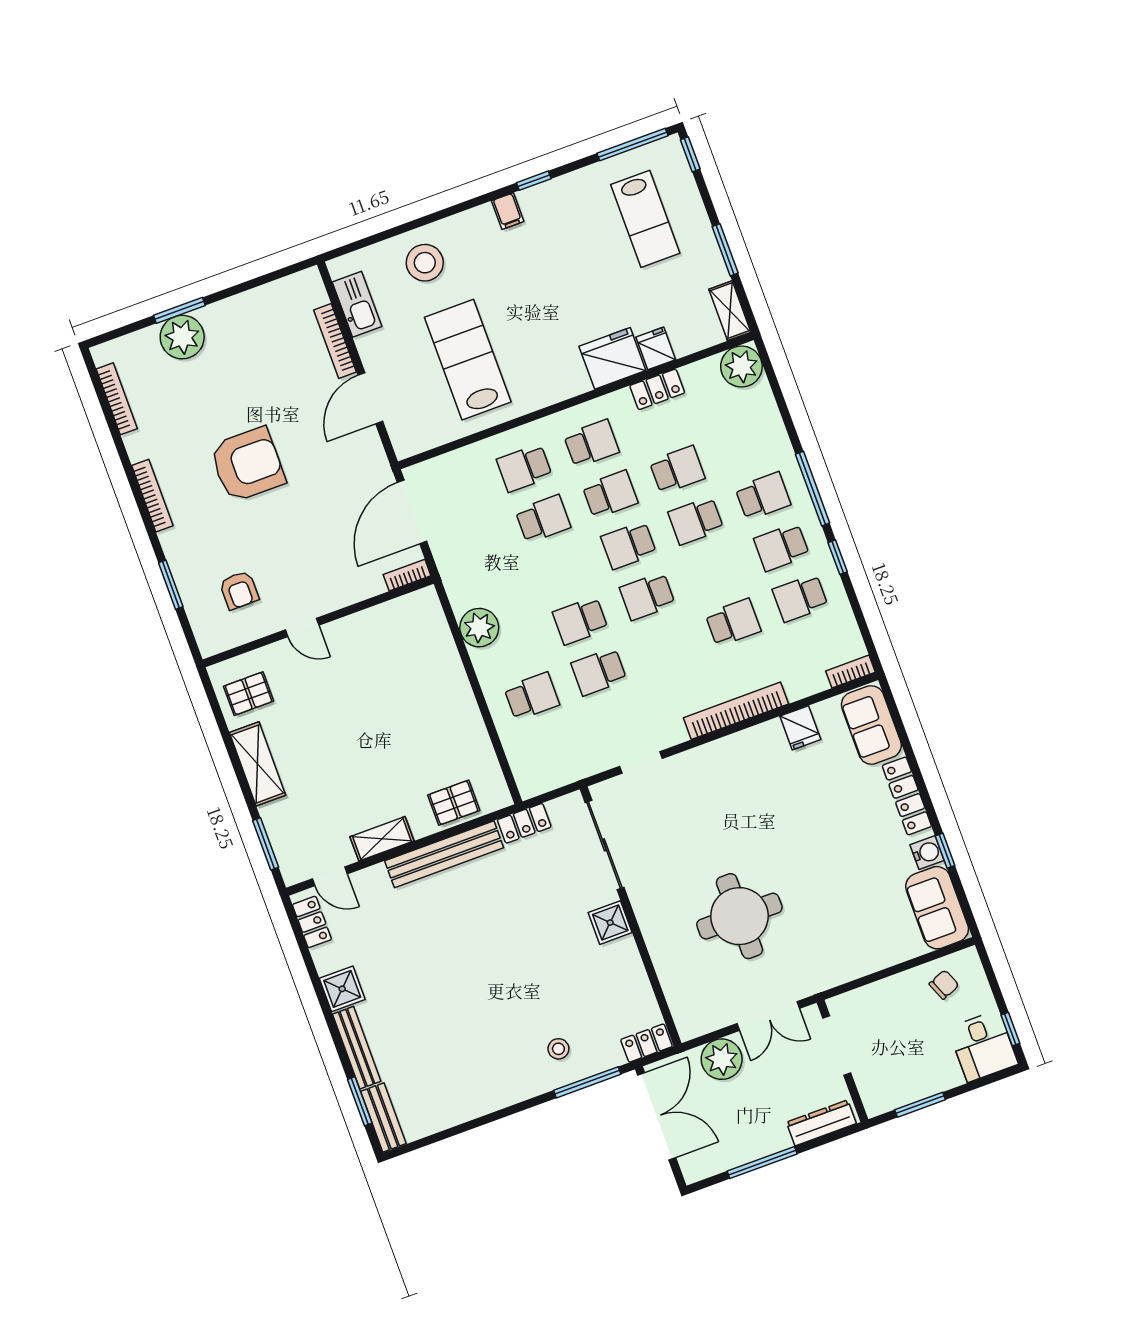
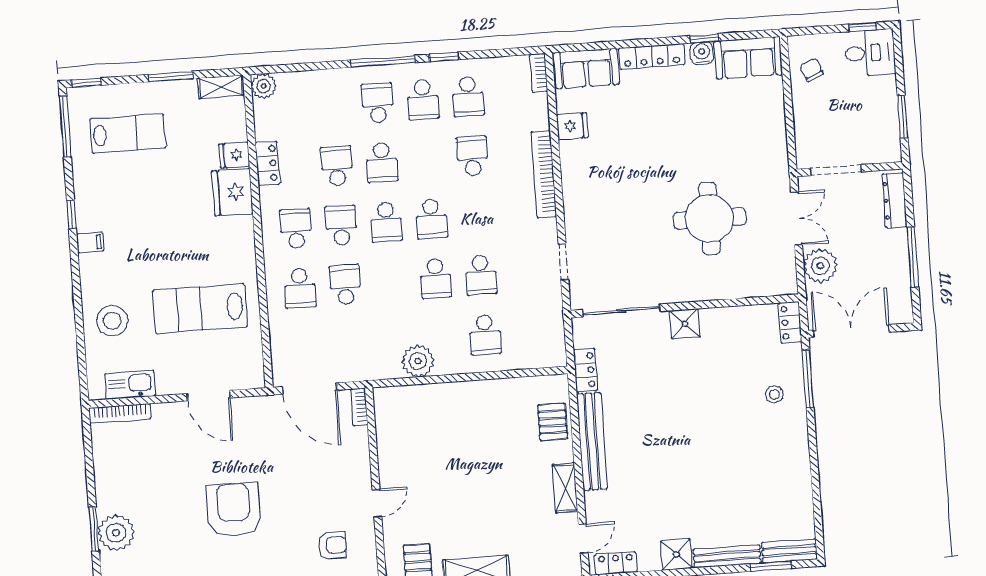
bookcase: (335, 341) -> (120, 413), moved
plant: (741, 366) -> (264, 86), width x0.73, depth x0.73
school desk: (532, 696) -> (485, 335), turned 180

